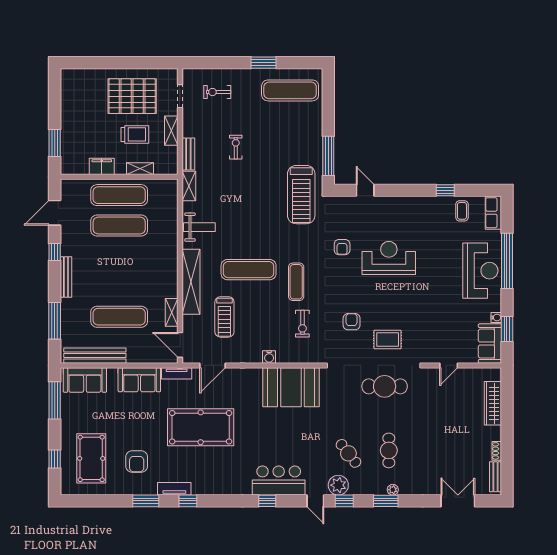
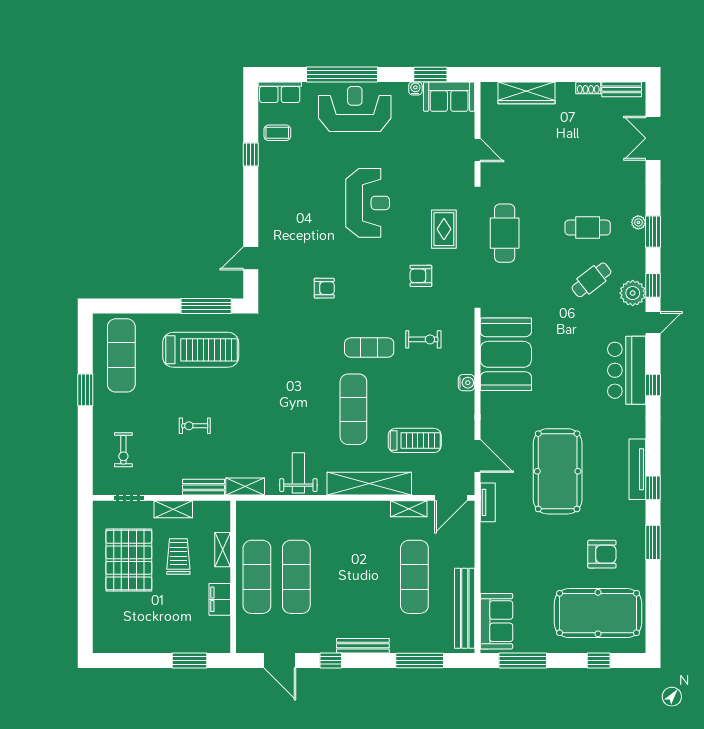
treadmill: (301, 195) -> (201, 350), moved
reception desk: (389, 258) -> (368, 203), moved, turned 180
sofa: (139, 380) -> (496, 551), removed
pool table: (91, 458) -> (598, 613), width x1.36, depth x1.32
tv unit: (174, 489) -> (637, 469), moved, width x1.41

